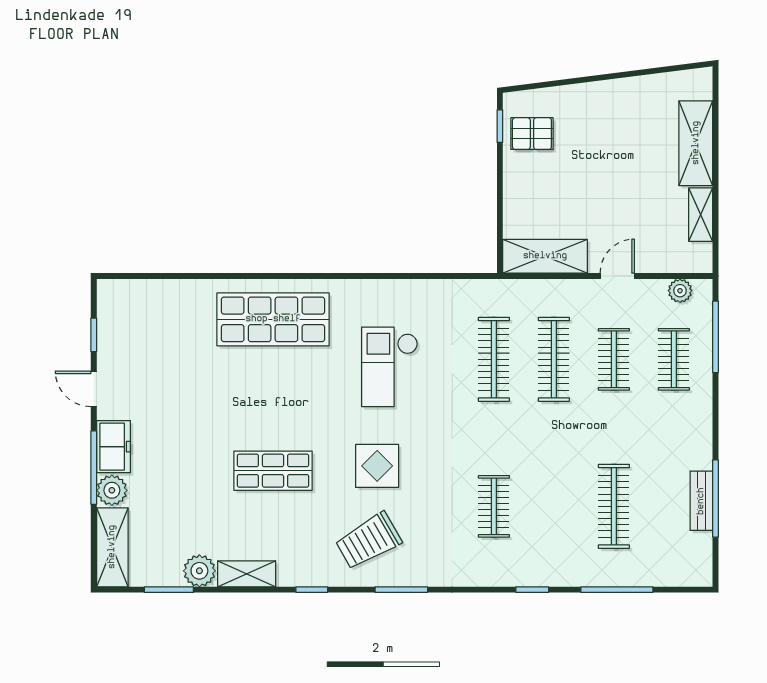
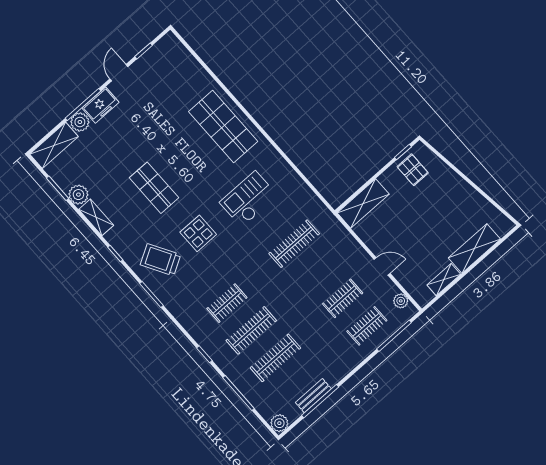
shelving: (545, 256) -> (363, 203), moved, turned 90
clothes rail: (554, 359) -> (251, 330), moved
plant: (698, 572) -> (279, 423), added

